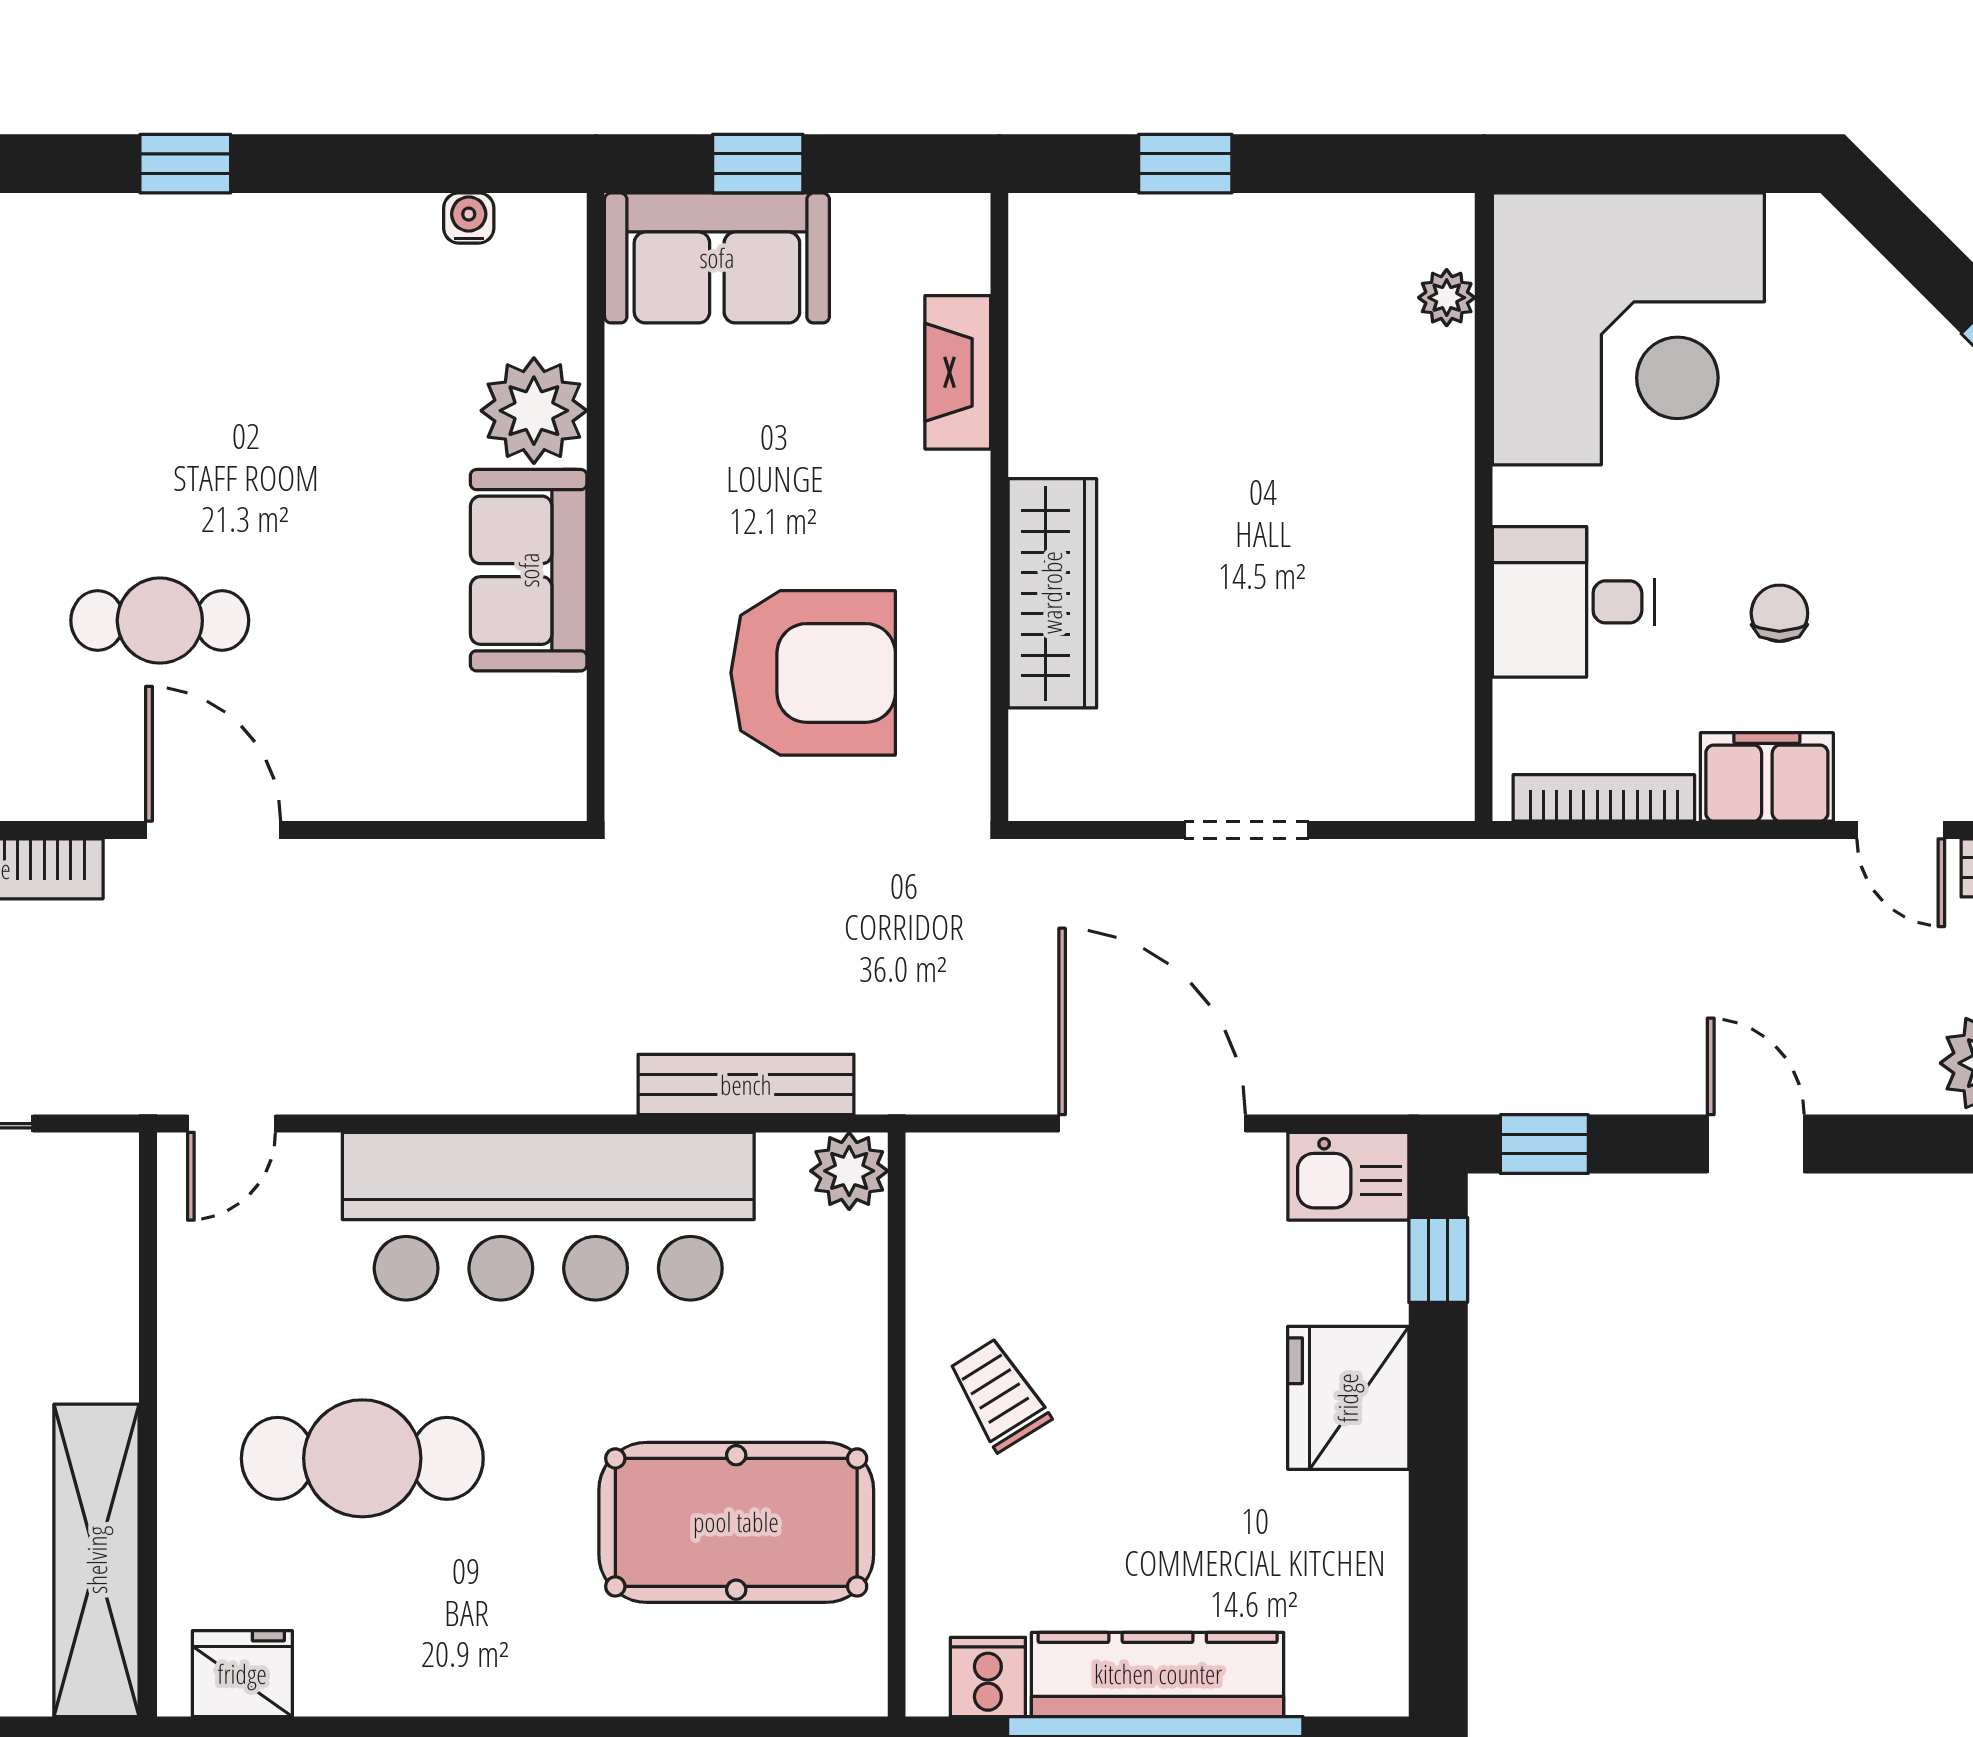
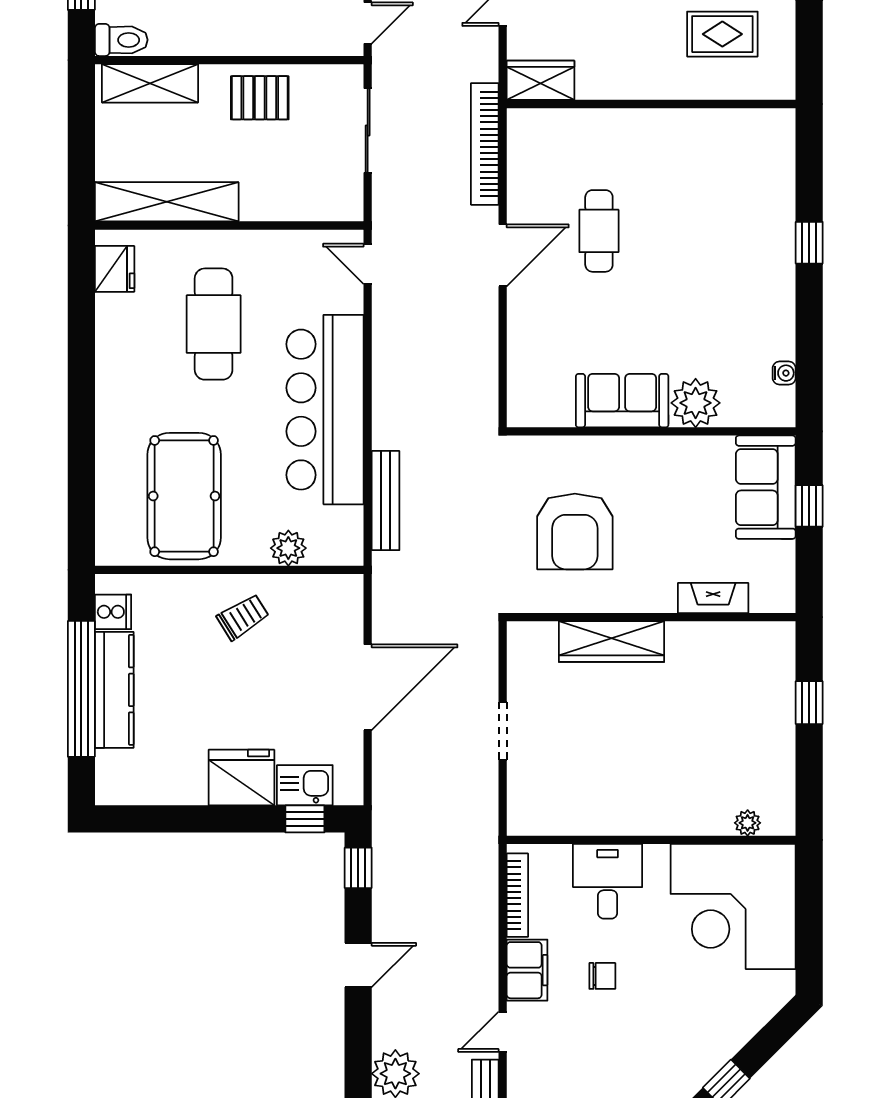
plant: (849, 1171) -> (288, 548), moved
kitchen sink: (1348, 1176) -> (305, 785), moved, turned 90

